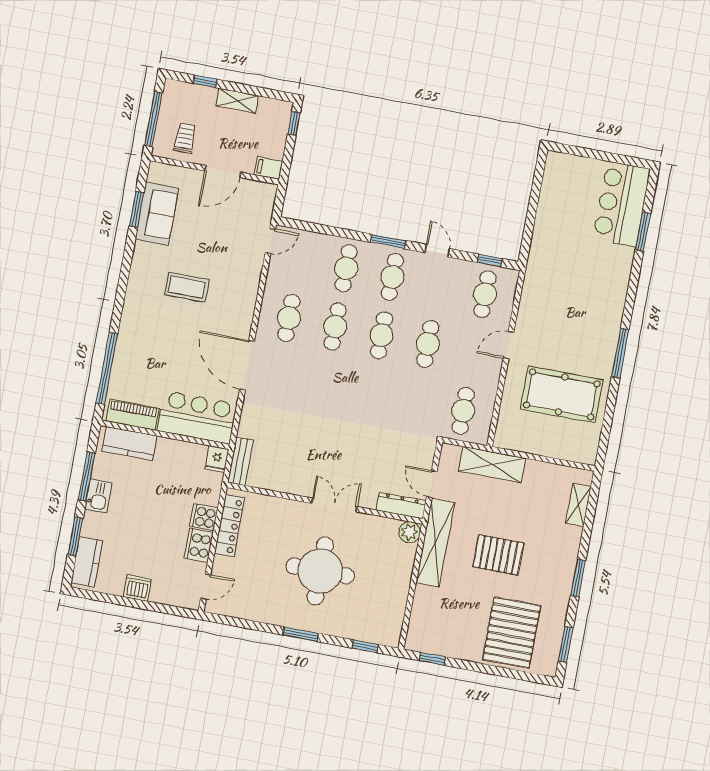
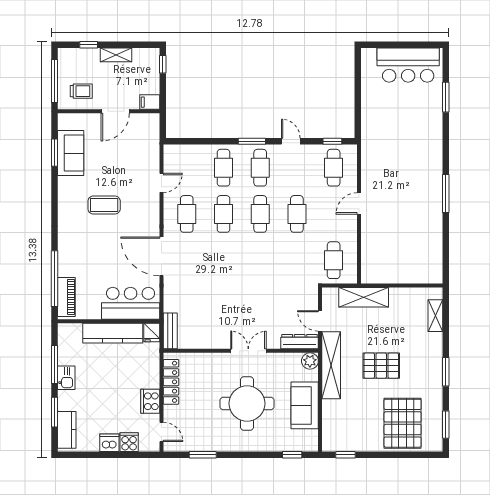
trolley: (185, 138) -> (81, 91), turned 90
bar counter: (622, 204) -> (408, 65), moved, turned -90
door: (270, 241) -> (161, 183), moved
pool table: (562, 394) -> (407, 234), removed
piano: (133, 415) -> (66, 297), moved, turned 90
kitchen counter: (129, 443) -> (113, 333), moved, width x1.50
cooker: (204, 517) -> (129, 442), moved, turned 90
door: (206, 587) -> (161, 432), hinge flipped
sofa: (392, 587) -> (305, 405), added
window: (301, 634) -> (203, 455), moved

